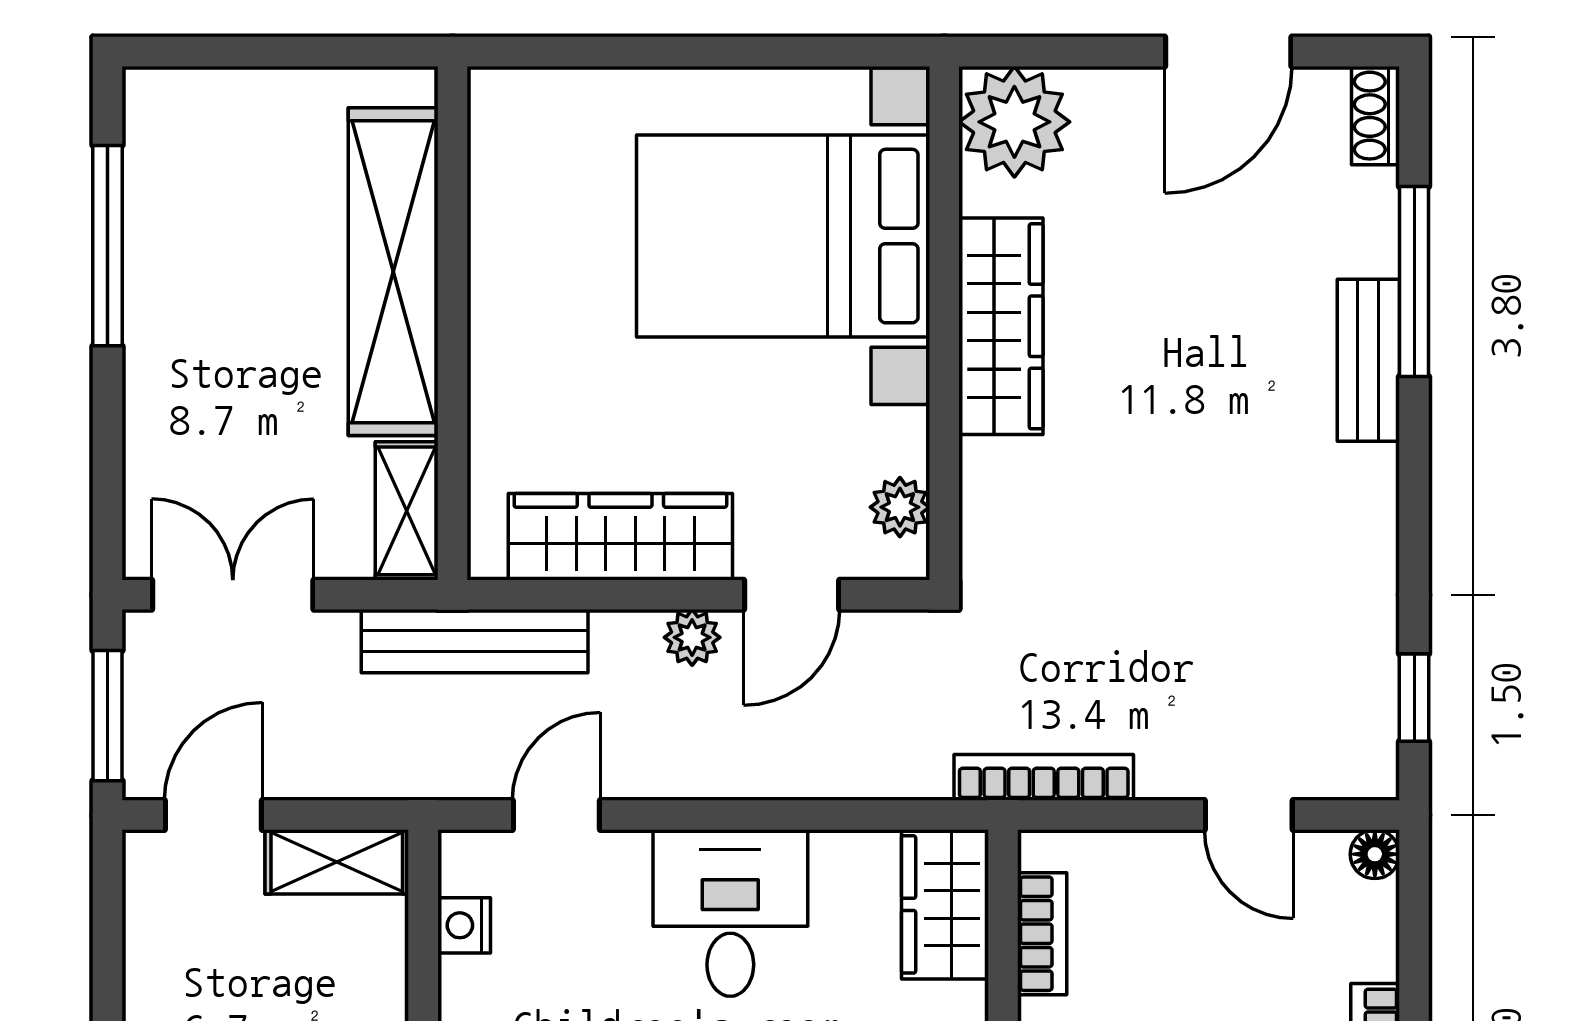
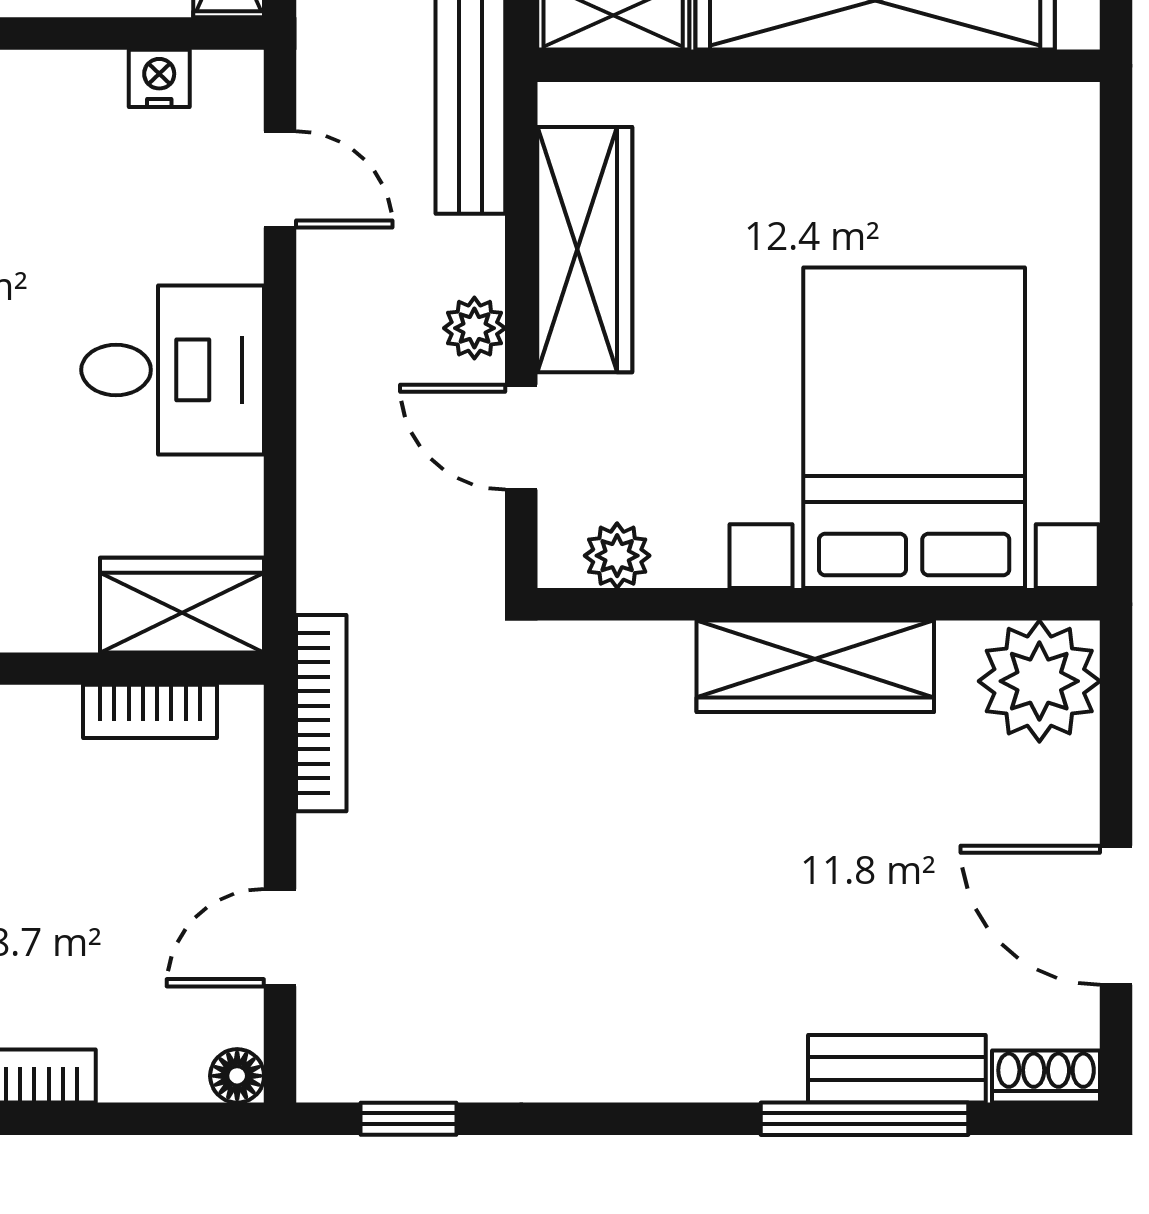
bench: (1368, 360) -> (897, 1069), moved

